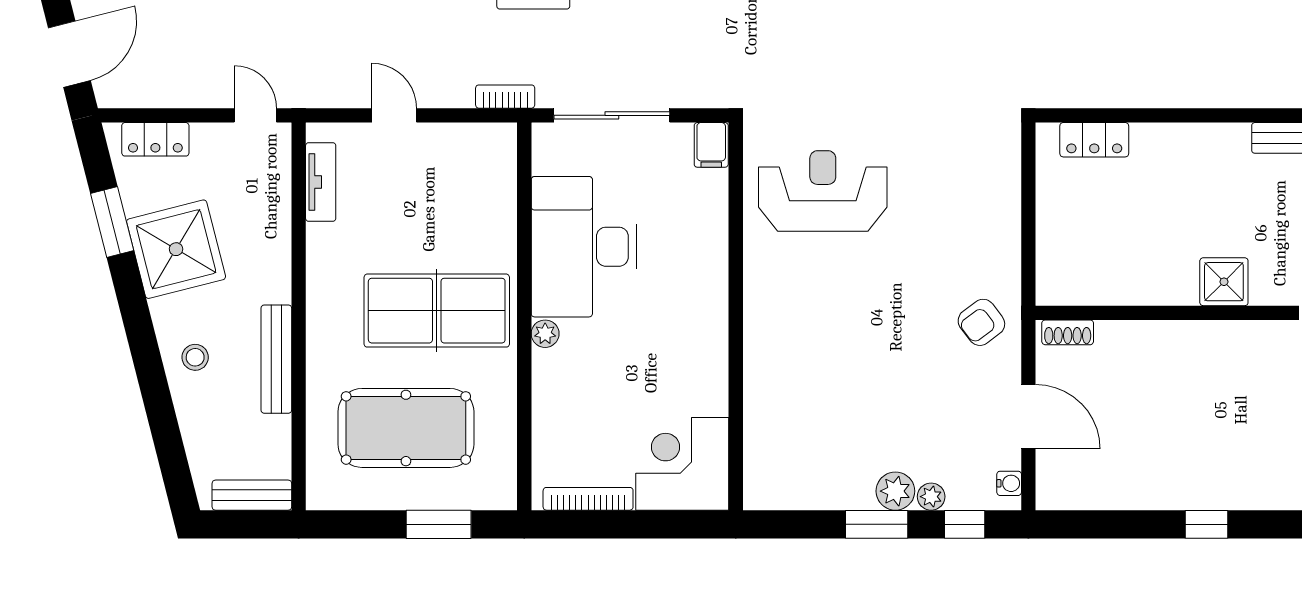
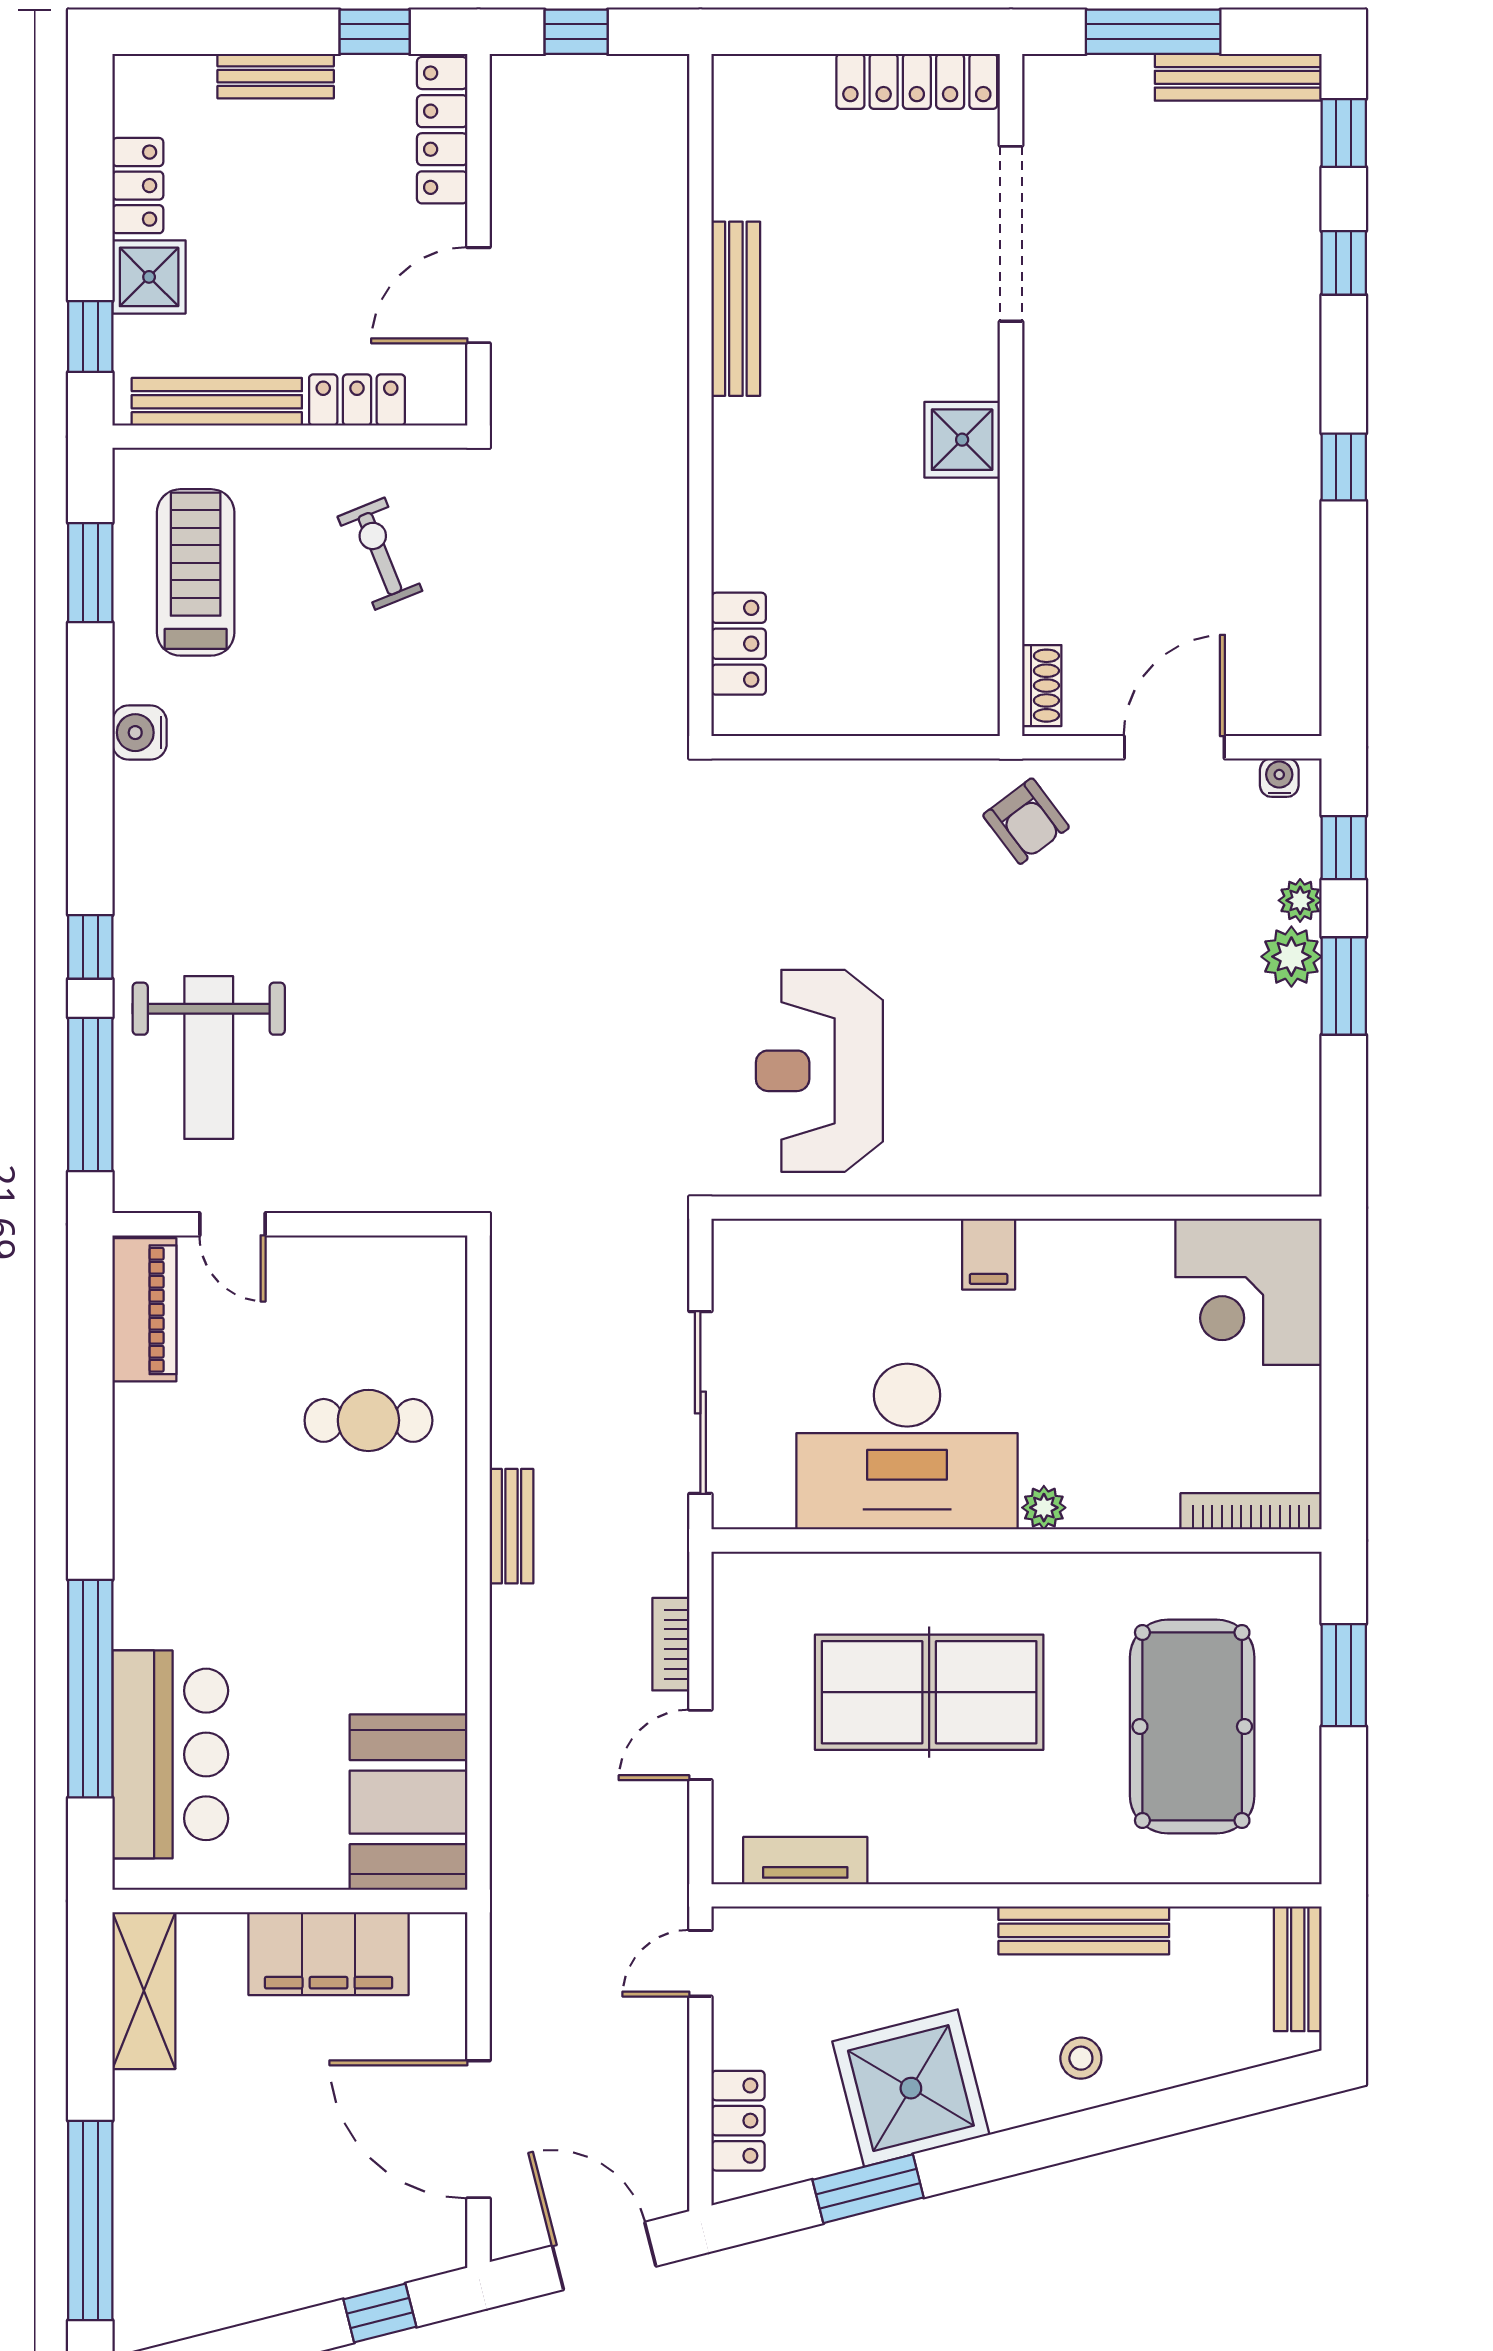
bookcase: (505, 97) -> (671, 1644), moved
filing cabinet: (711, 145) -> (989, 1254), moved, turned 90
table tennis table: (437, 311) -> (929, 1692), moved, turned 90
bookcase: (588, 499) -> (1251, 1511), moved, turned 90

